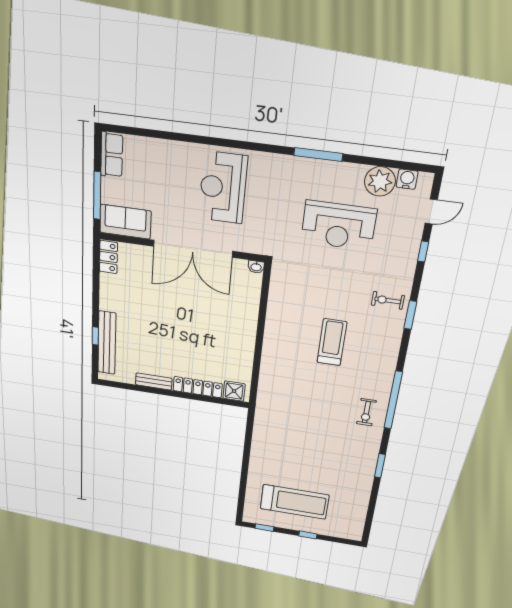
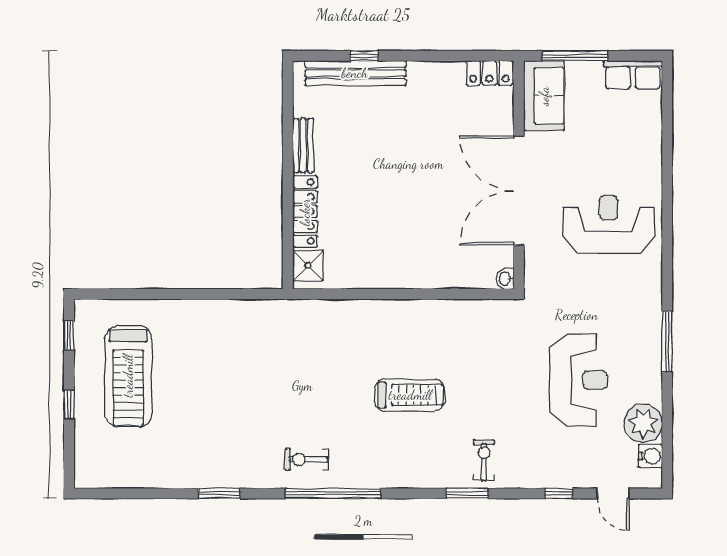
reception desk: (338, 226) -> (578, 380), turned 180

